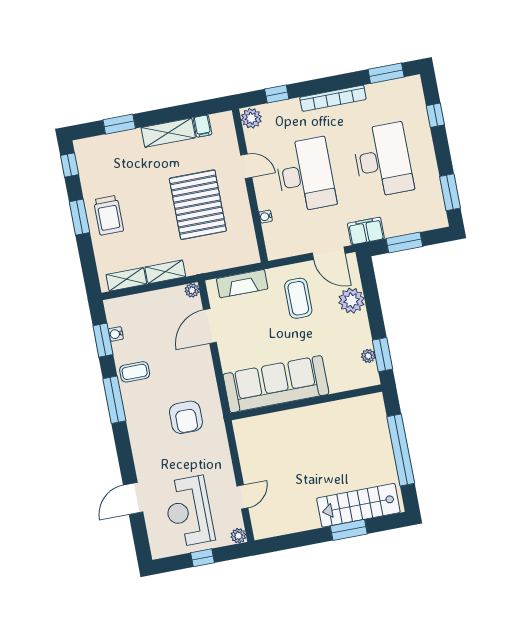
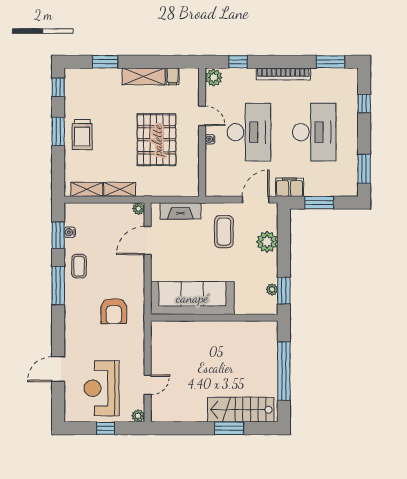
water cooler: (266, 217) -> (210, 139), moved
door: (329, 253) -> (256, 200), swing flipped
coffee table: (135, 372) -> (79, 266), turned 90

